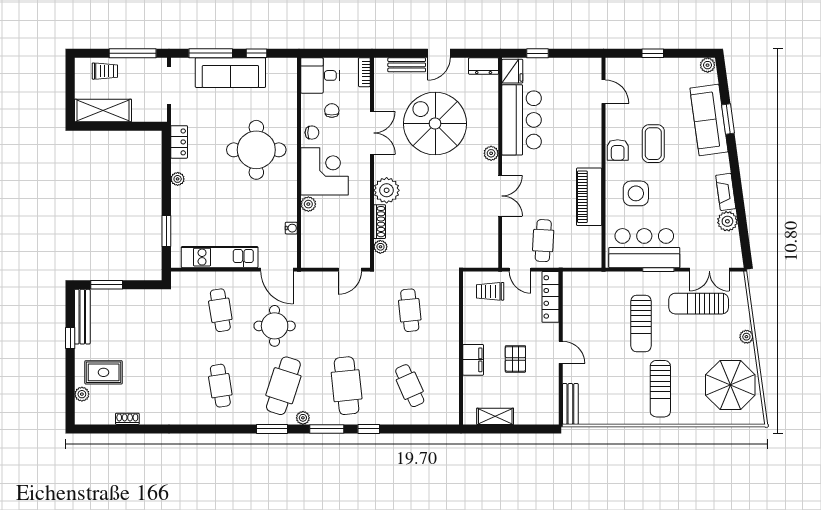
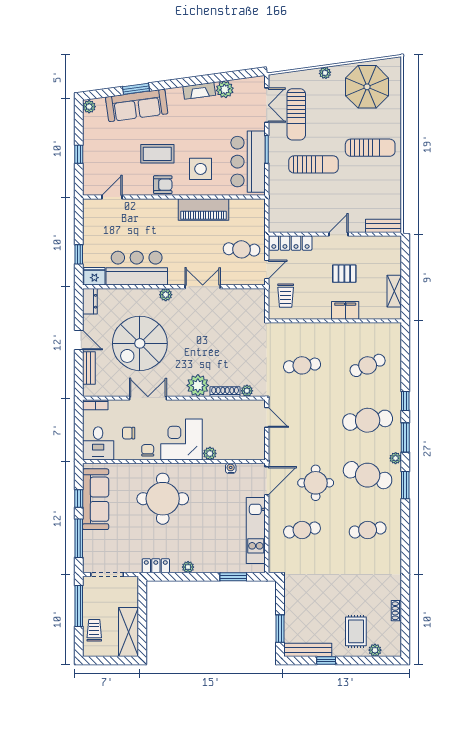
sofa: (230, 73) -> (96, 499), moved

